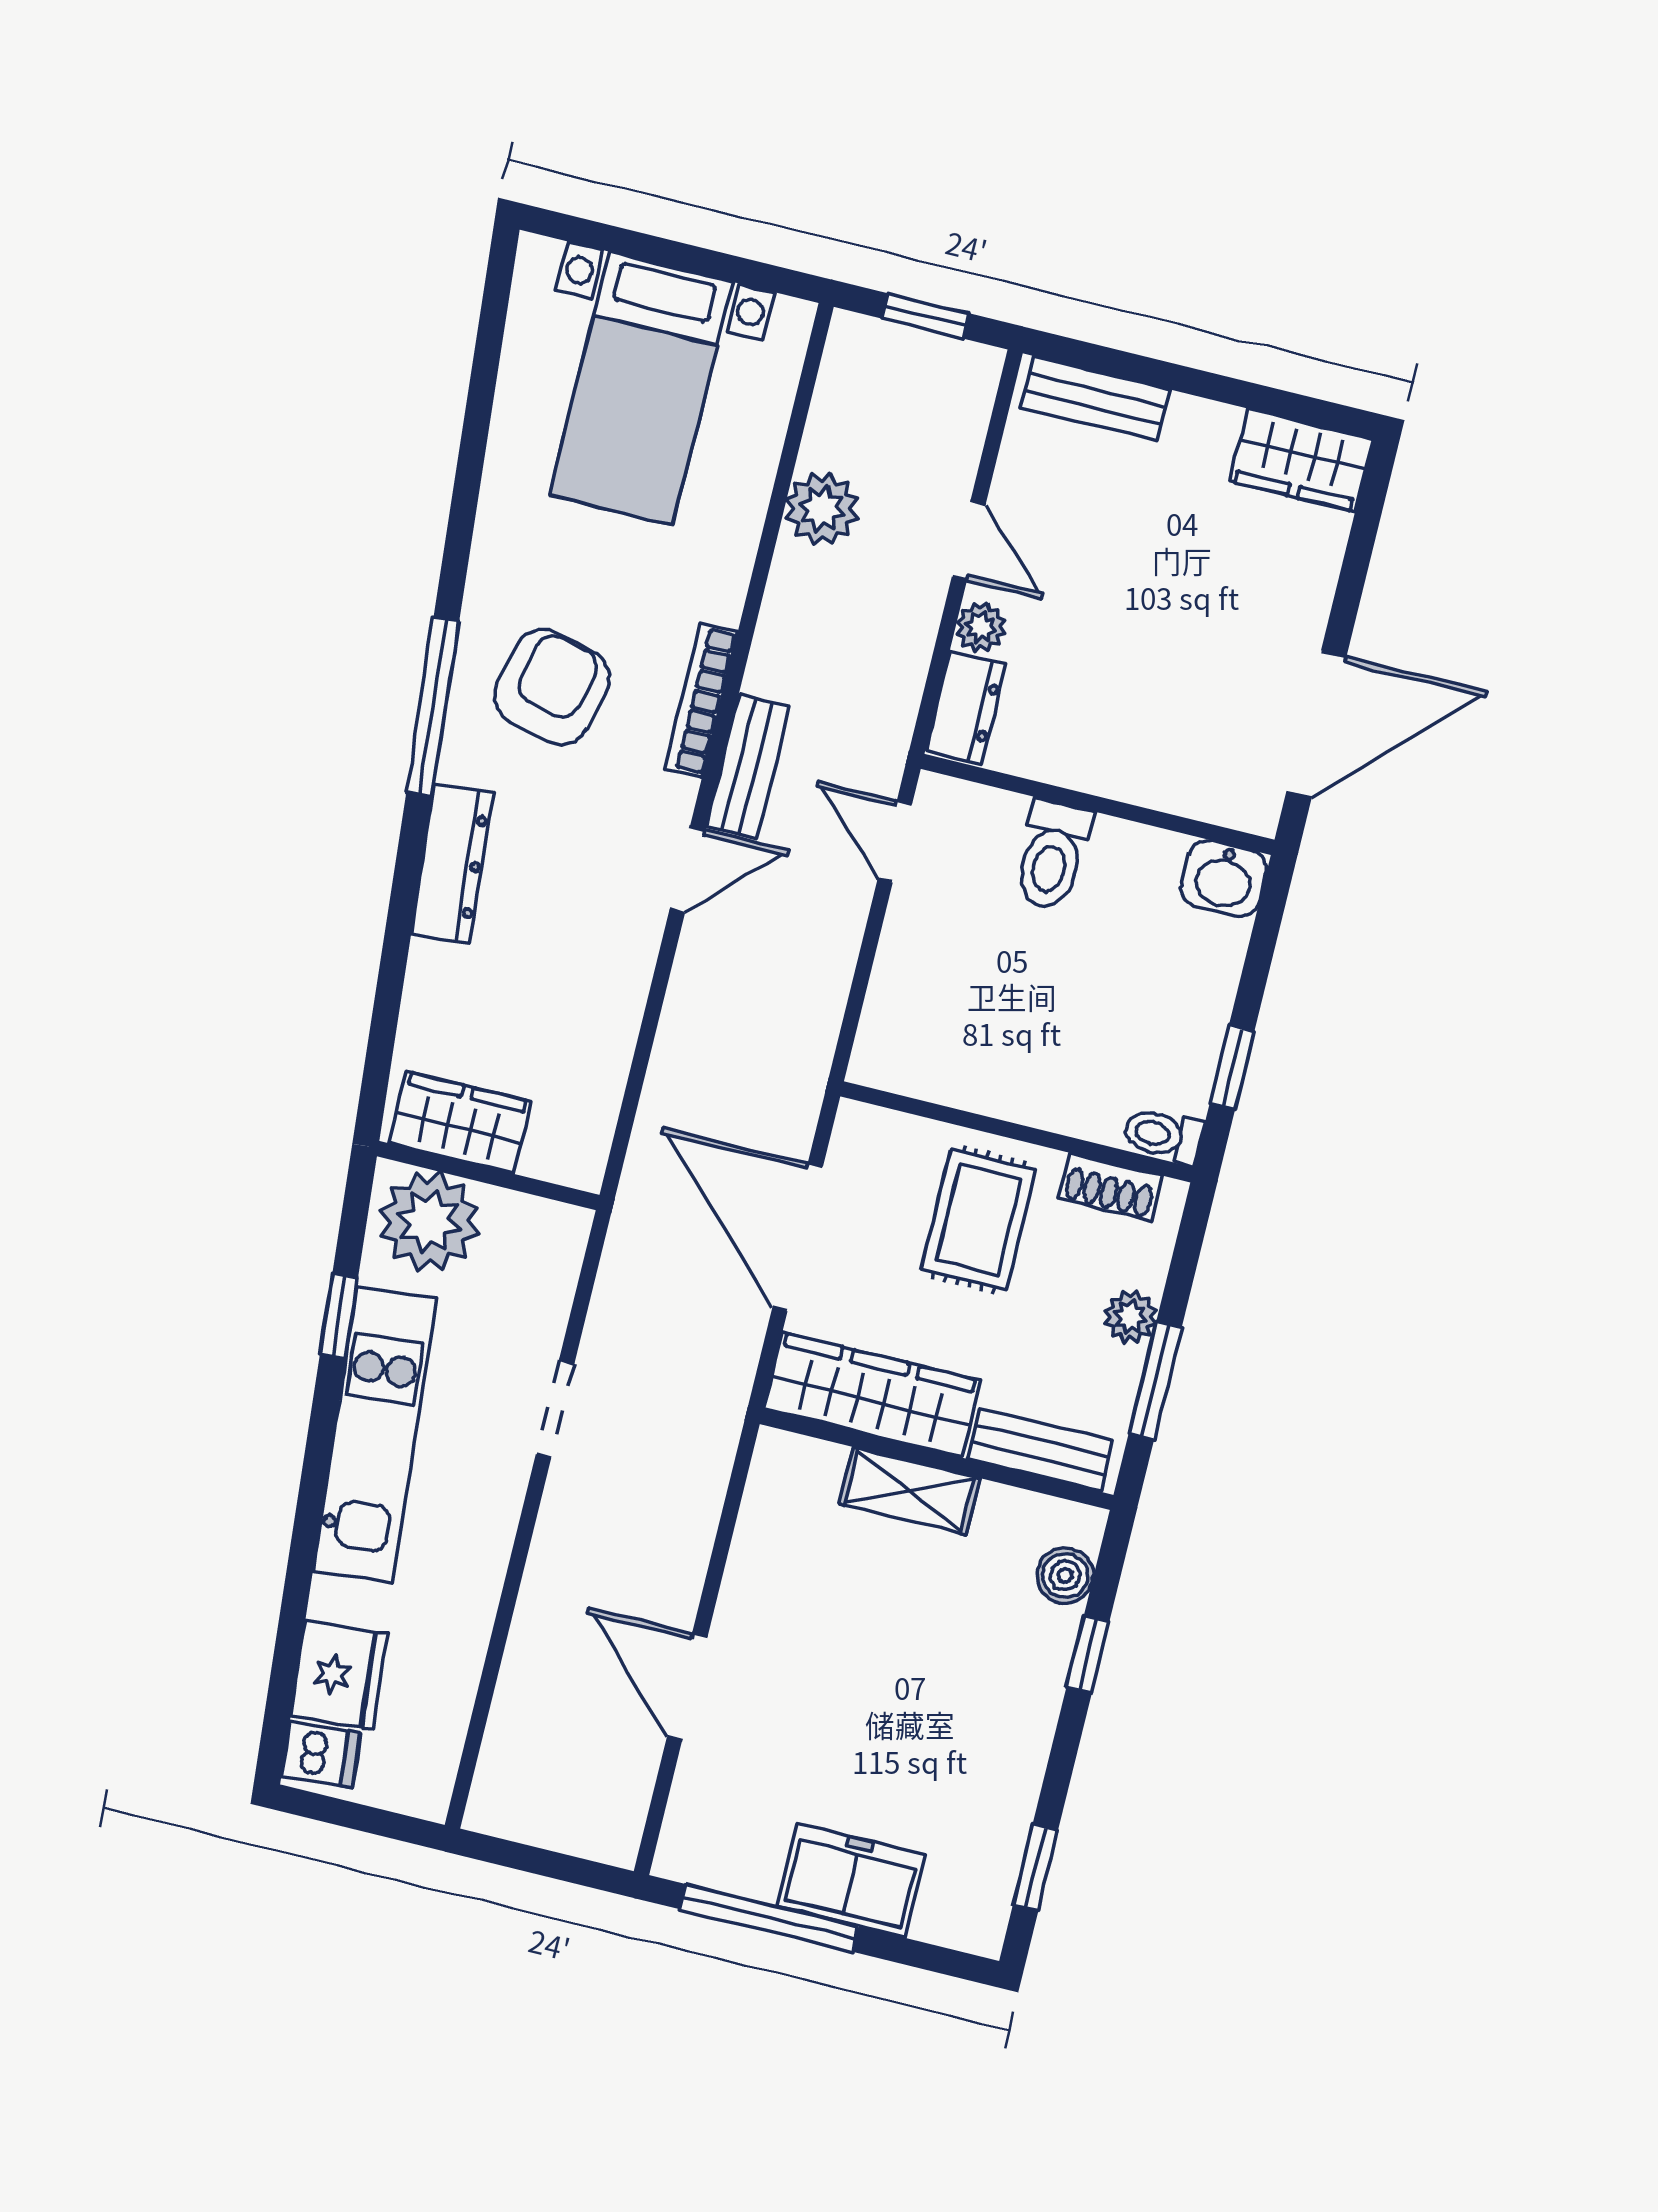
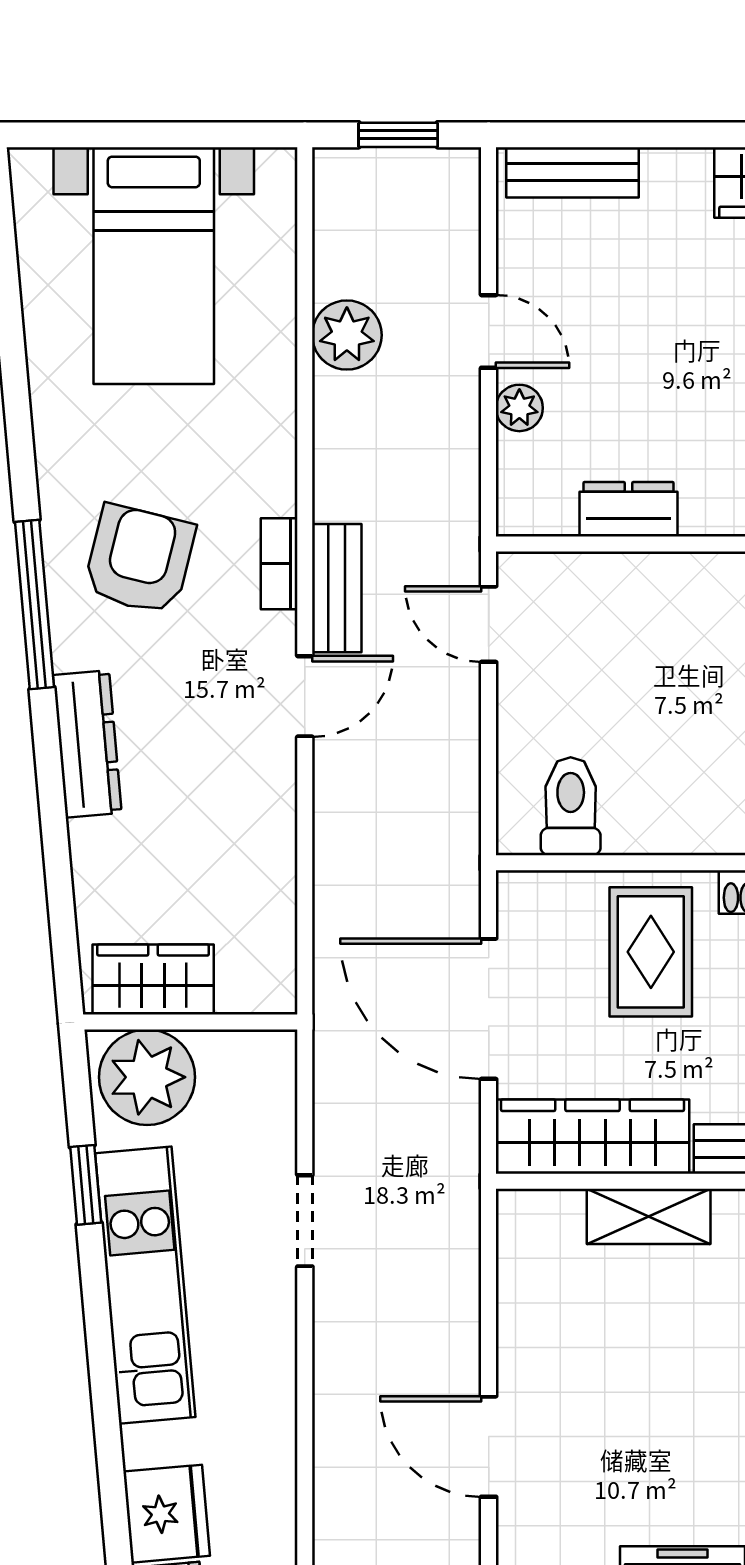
bookcase: (701, 700) -> (279, 564), width x0.64
dresser: (966, 708) -> (628, 509), moved, turned -90
toilet: (1052, 855) -> (571, 806), moved, turned 180

